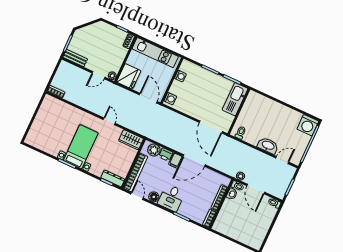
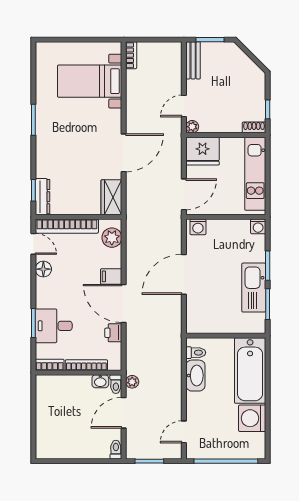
door: (98, 75) -> (184, 106), hinge flipped
washing machine: (180, 76) -> (258, 226), moved
kitchen sink: (235, 99) -> (254, 288), moved, turned -90
bathtub: (265, 107) -> (250, 371), added
door: (109, 121) -> (124, 153), width x1.88
washing machine: (308, 125) -> (252, 418), moved
door: (211, 127) -> (184, 274), moved
washbasin: (268, 146) -> (195, 376), moved
bed with nightstands: (81, 147) -> (90, 81), moved, turned 180
printer: (166, 155) -> (113, 333), moved
door: (282, 160) -> (184, 432), swing flipped
door: (137, 196) -> (33, 244), hinge flipped
desk: (171, 198) -> (54, 326), moved

